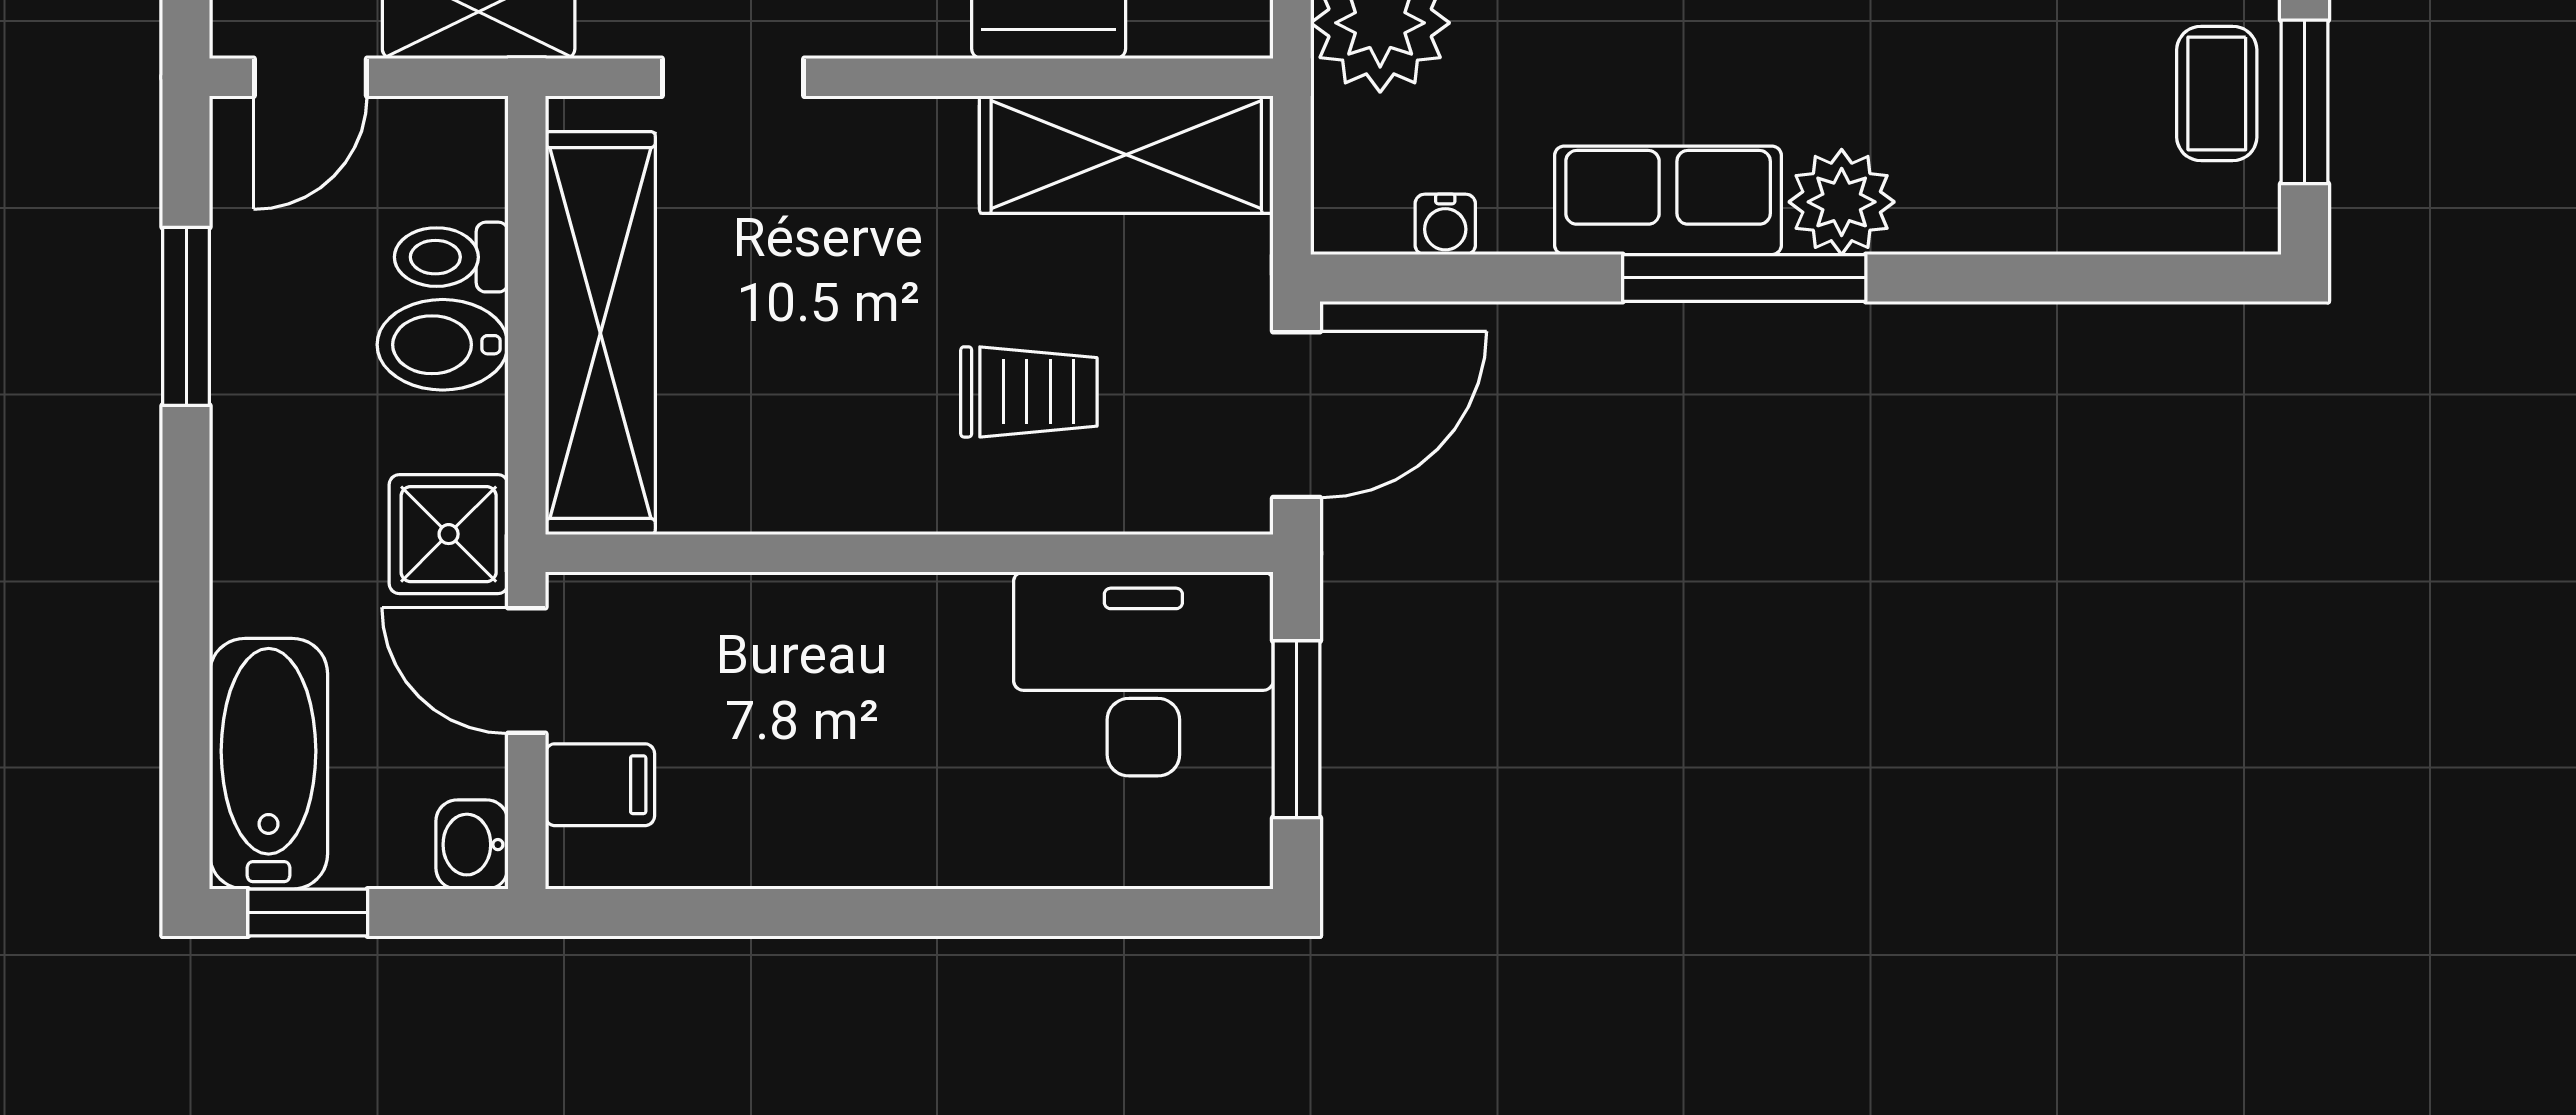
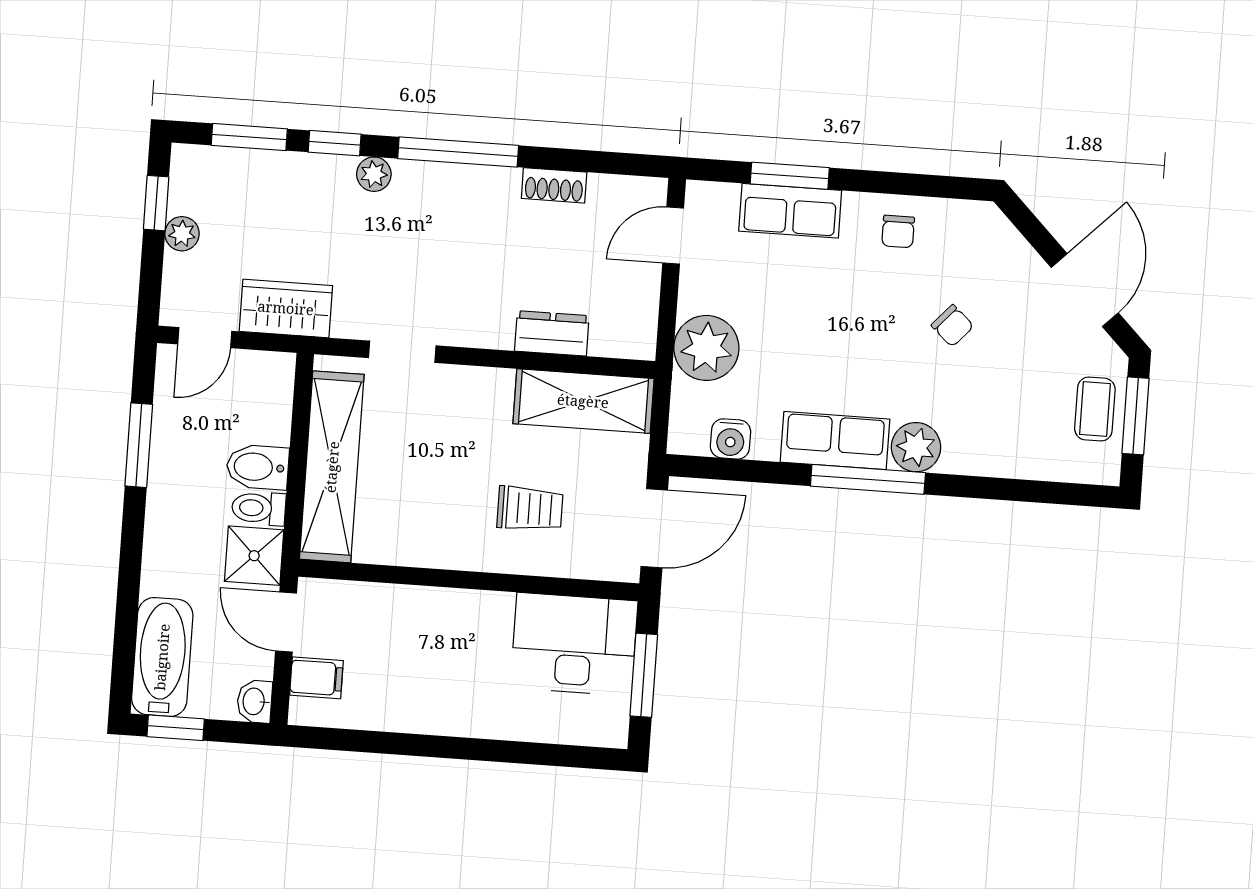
water cooler: (1445, 224) -> (730, 439), width x1.38, depth x1.38
toilet: (451, 257) -> (259, 508), moved

